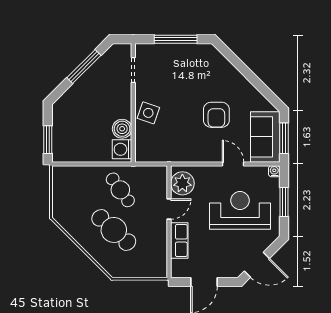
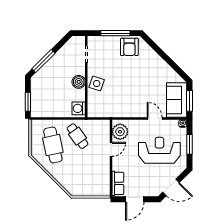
window: (84, 67) -> (43, 61), moved
armchair: (216, 115) -> (129, 47), moved
boiler: (122, 129) -> (79, 82), moved
cafe table: (114, 230) -> (53, 145), moved, turned 36
row of seats: (179, 241) -> (118, 183), moved

